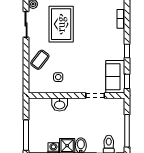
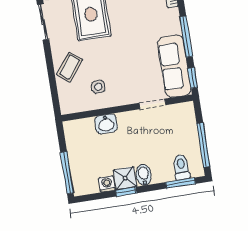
window: (127, 51) -> (186, 37), width x2.17
sofa: (115, 77) -> (174, 66), width x1.36

